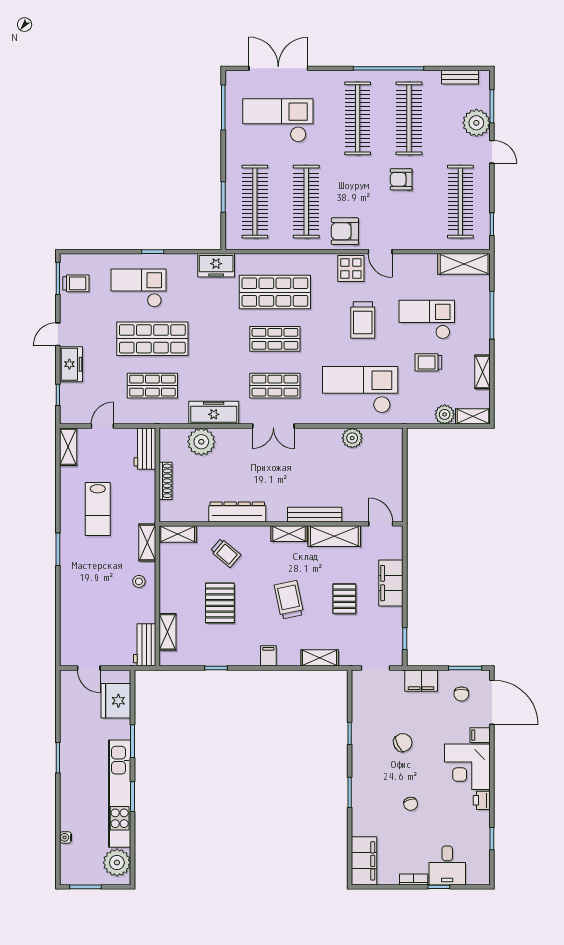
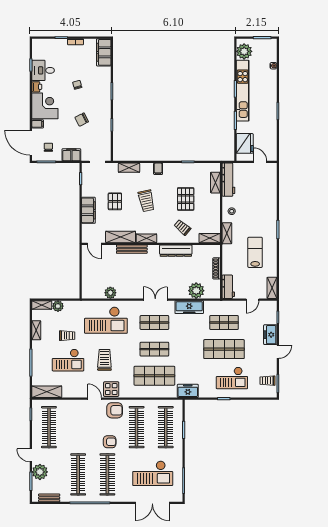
armchair: (401, 179) -> (110, 442), moved
workbench: (145, 645) -> (228, 180), width x1.38
desk: (447, 866) -> (43, 70), moved, turned -90

